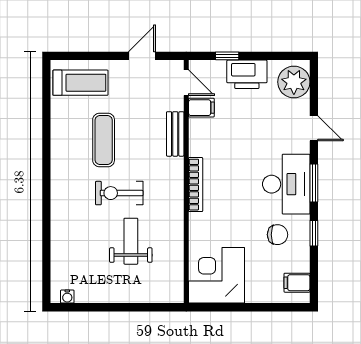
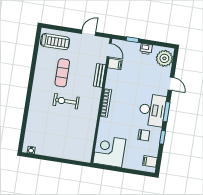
printer: (247, 74) -> (146, 49), width x0.53, depth x0.68
weight bench: (131, 241) -> (68, 127), removed

